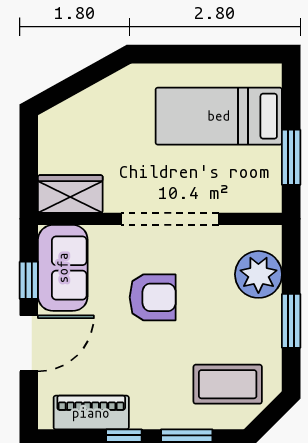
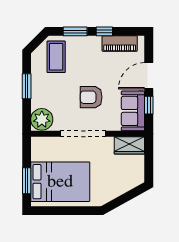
bed: (219, 116) -> (60, 182), width x1.50
window: (291, 157) -> (27, 181), moved
plant: (258, 274) -> (42, 119), moved
coffee table: (228, 384) -> (56, 57), turned 90

